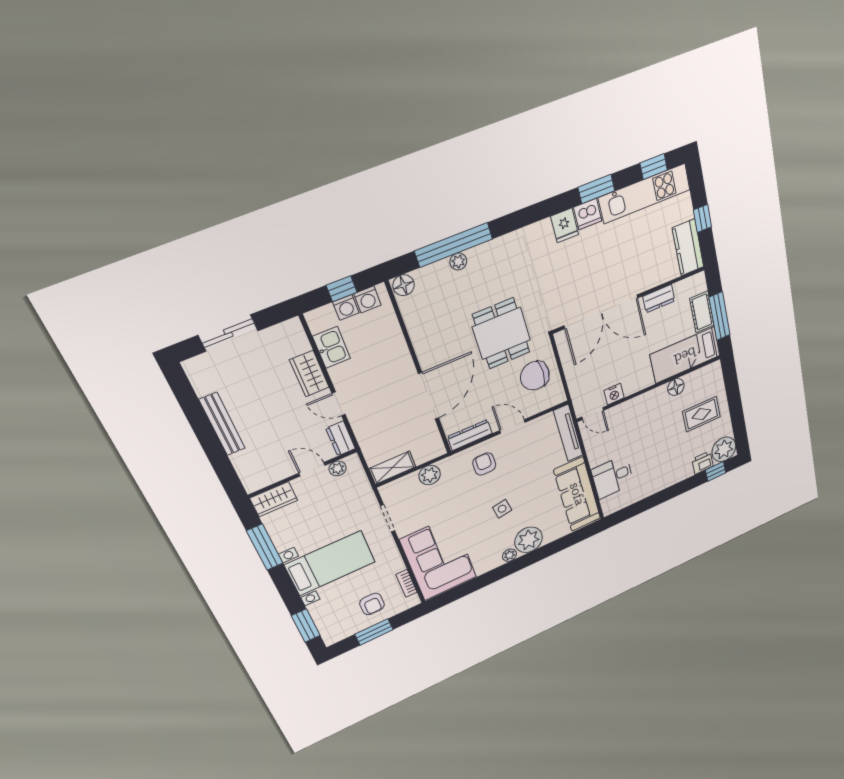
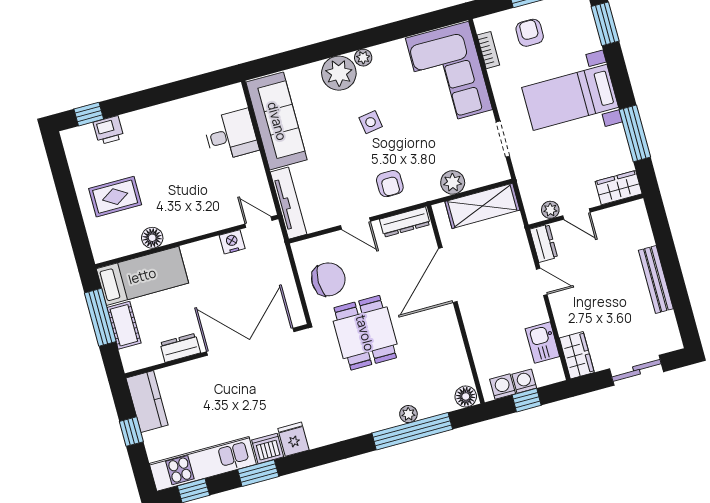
wardrobe: (309, 374) -> (577, 355), moved
plant: (724, 449) -> (79, 143), removed
shelving: (392, 468) -> (482, 206), width x1.50, depth x1.33

